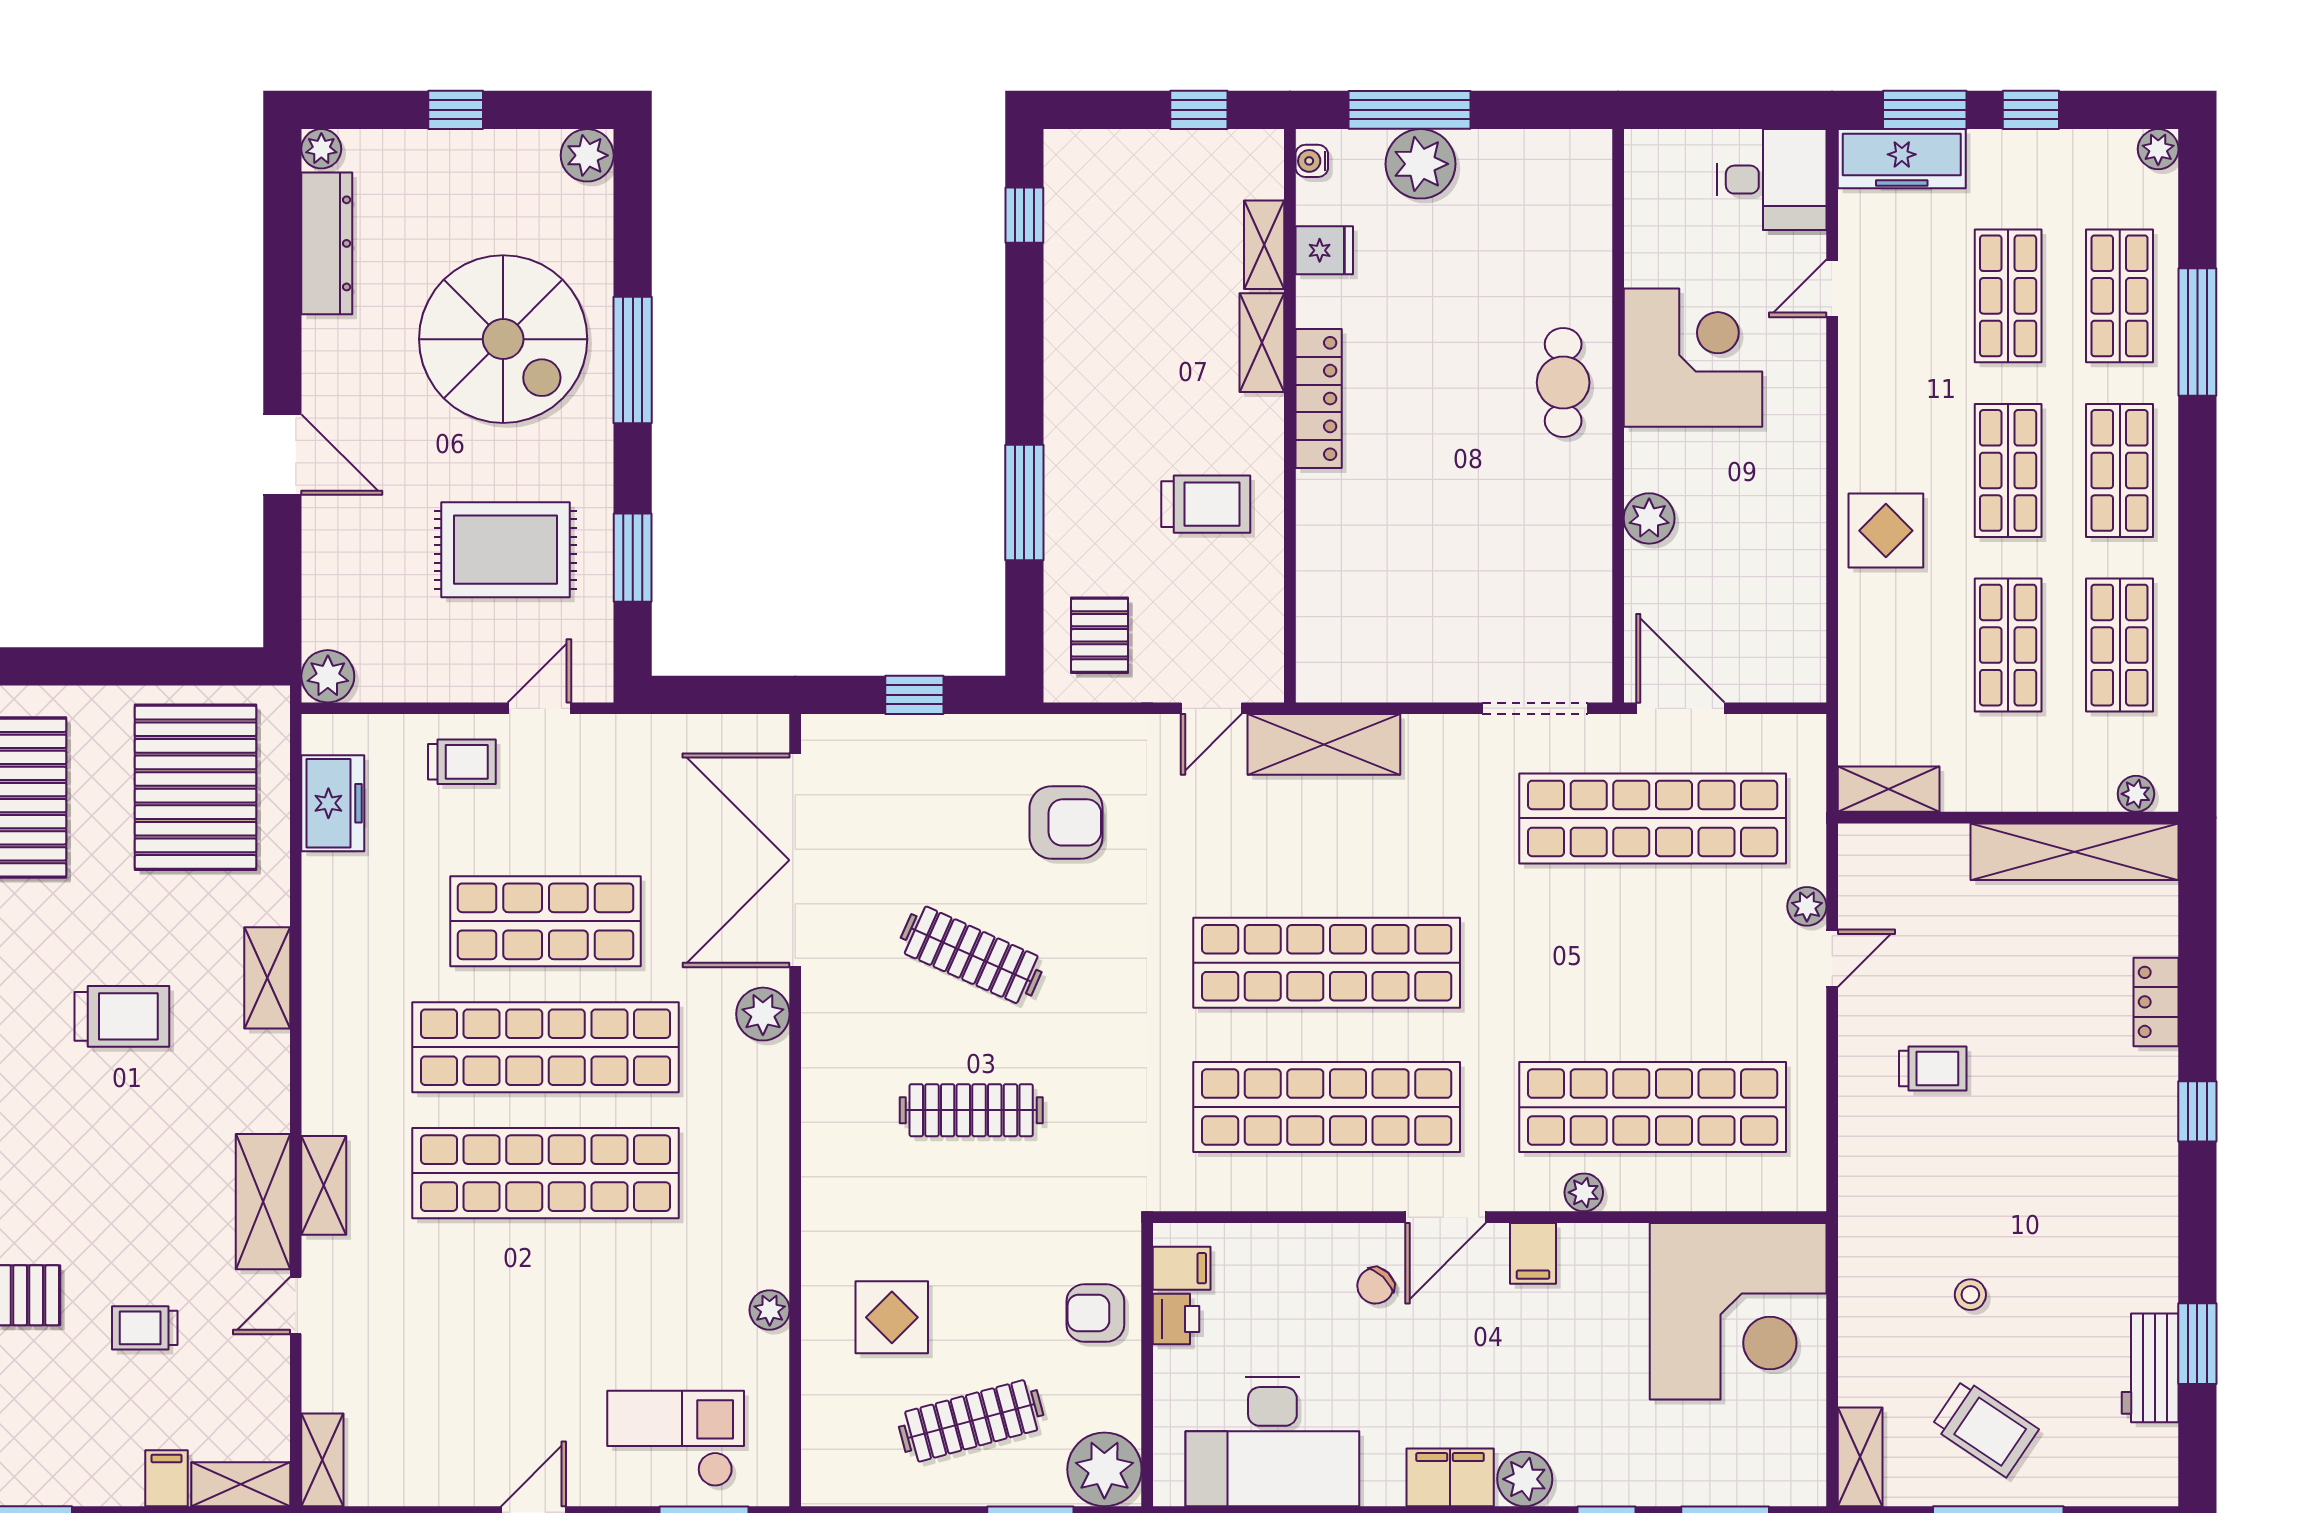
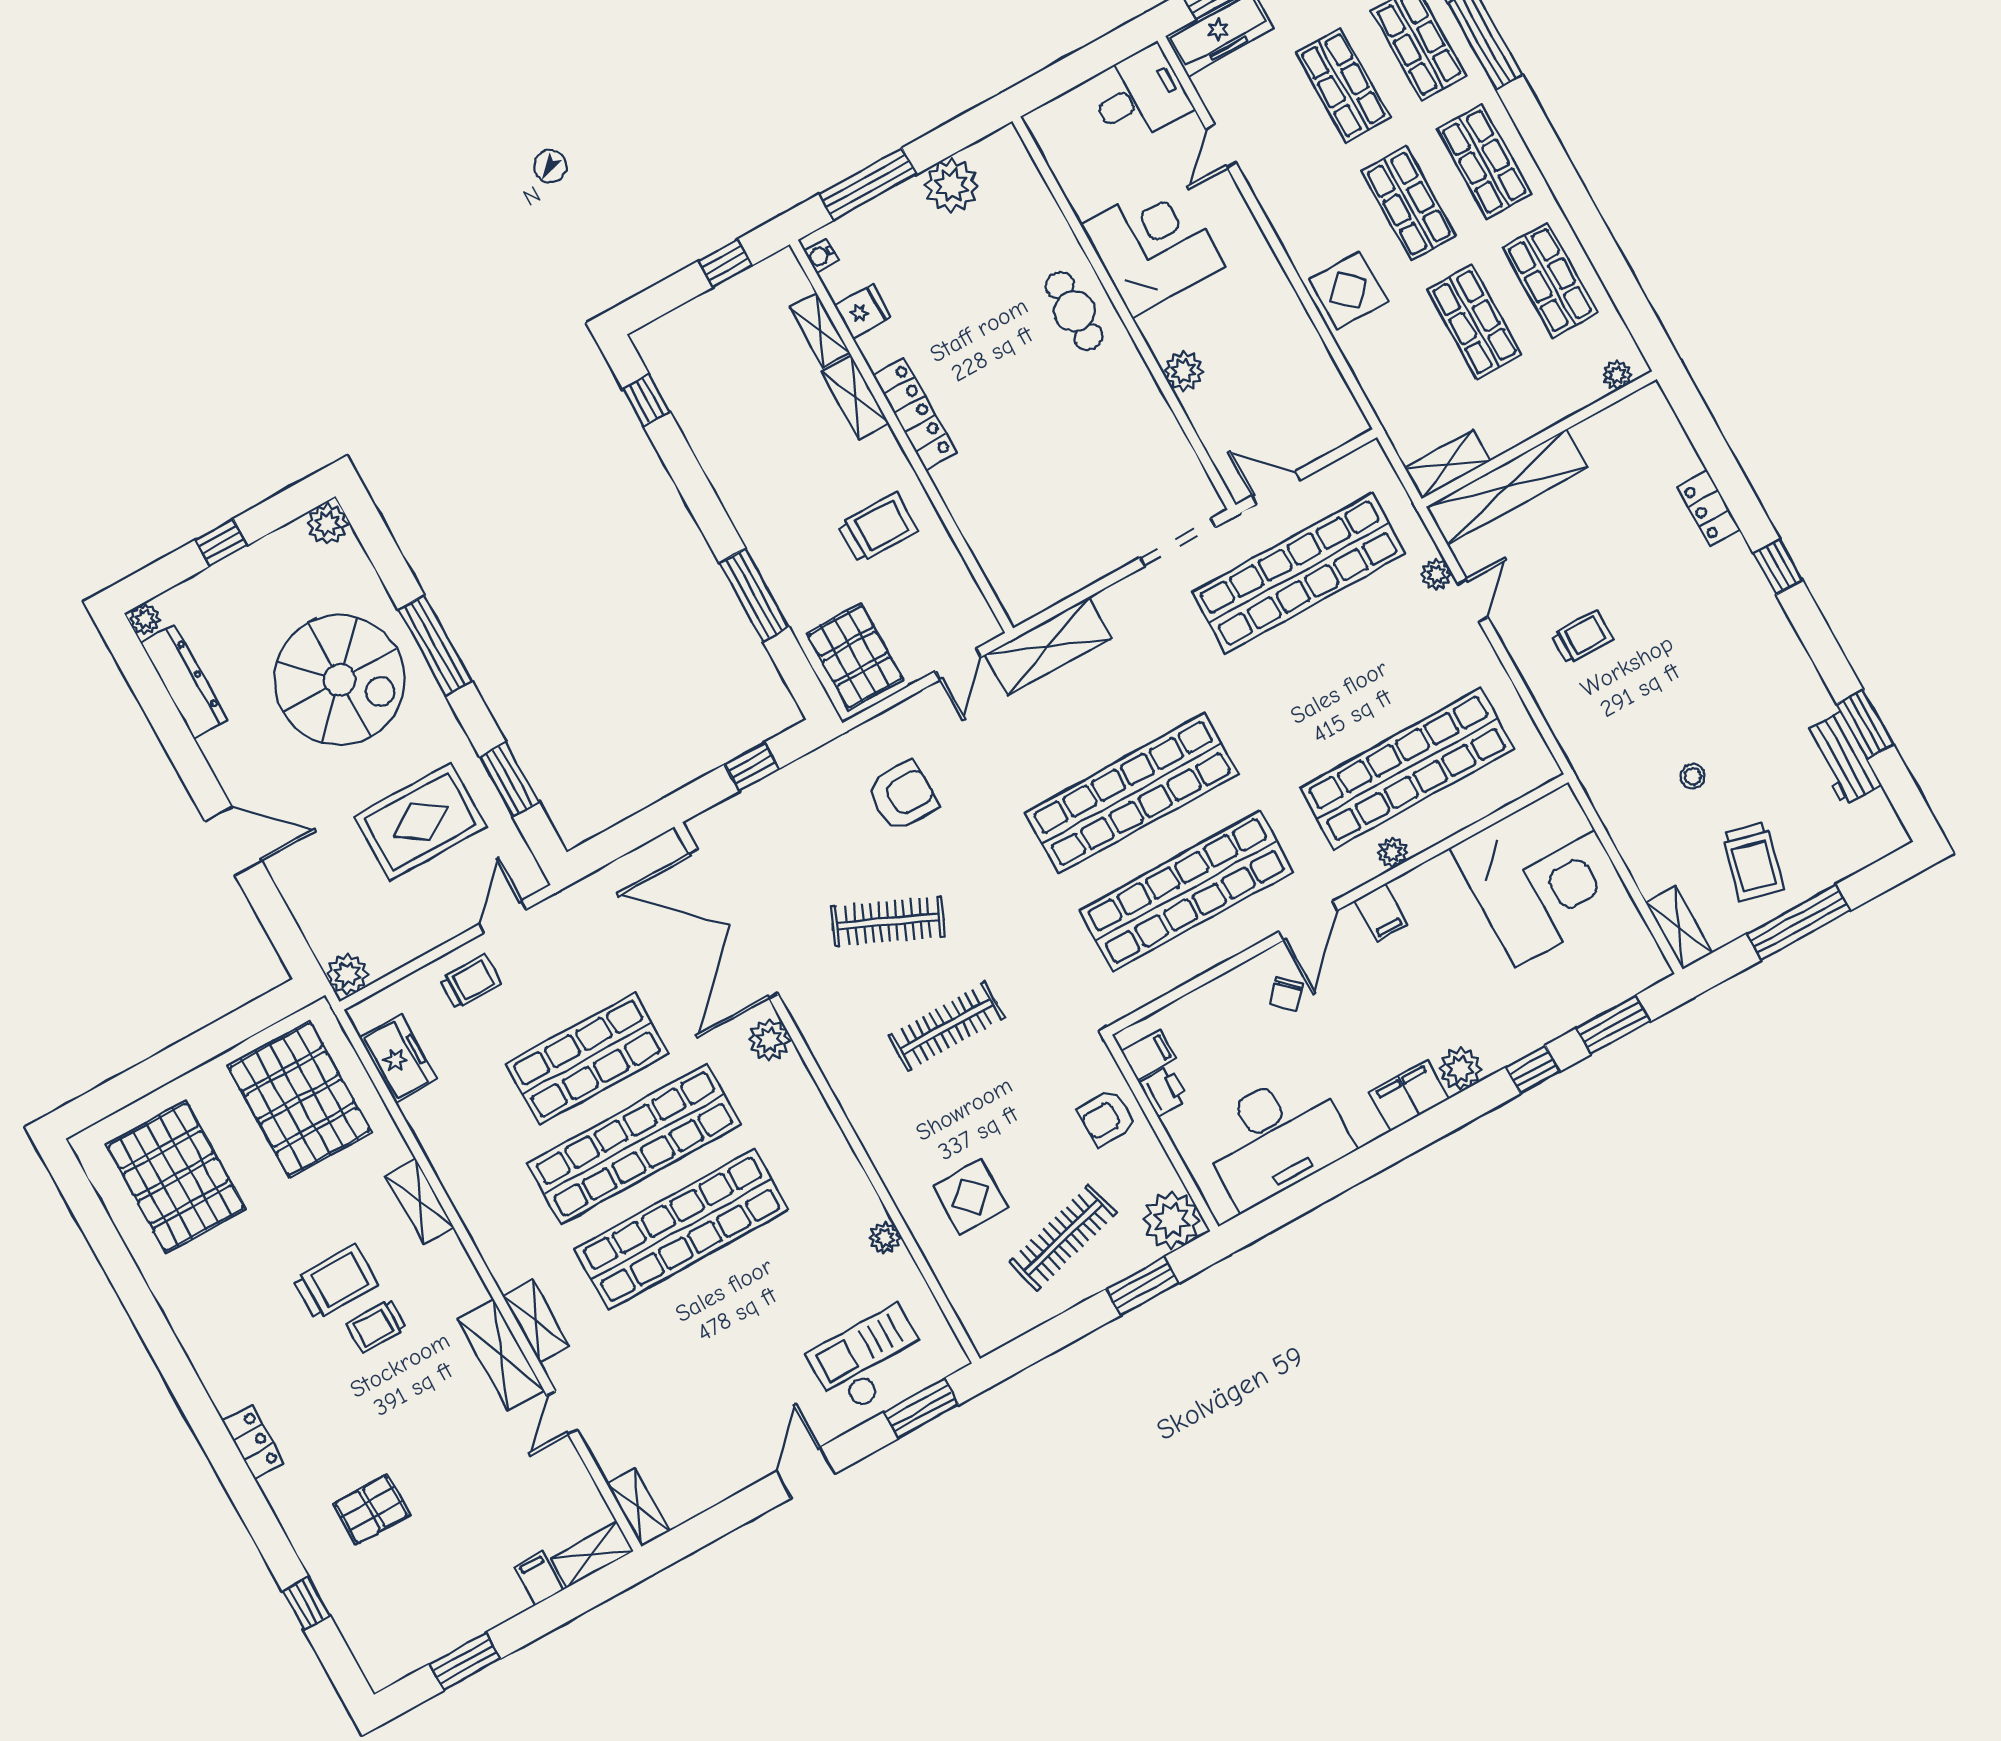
plant: (1421, 164) -> (951, 185), moved
pallet: (1100, 635) -> (855, 657), width x1.50, depth x1.42
door: (1680, 708) -> (1276, 488), width x0.73
shelving: (2075, 852) -> (1507, 487), moved
trolley: (145, 1328) -> (377, 1326), moved
trolley: (1985, 1428) -> (1753, 861), turned 70

